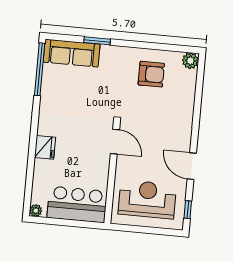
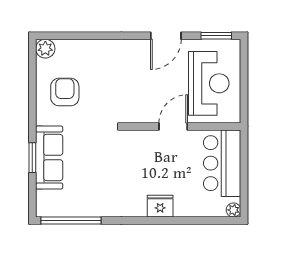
sofa: (72, 53) -> (49, 157), moved
door: (115, 142) -> (173, 126), moved
reception desk: (147, 199) -> (209, 83), turned 180
window: (188, 210) -> (216, 36), width x1.50

